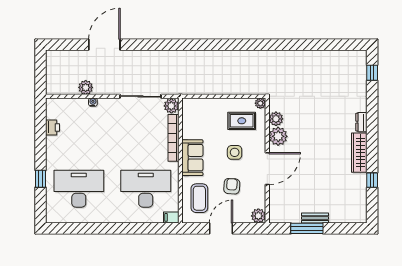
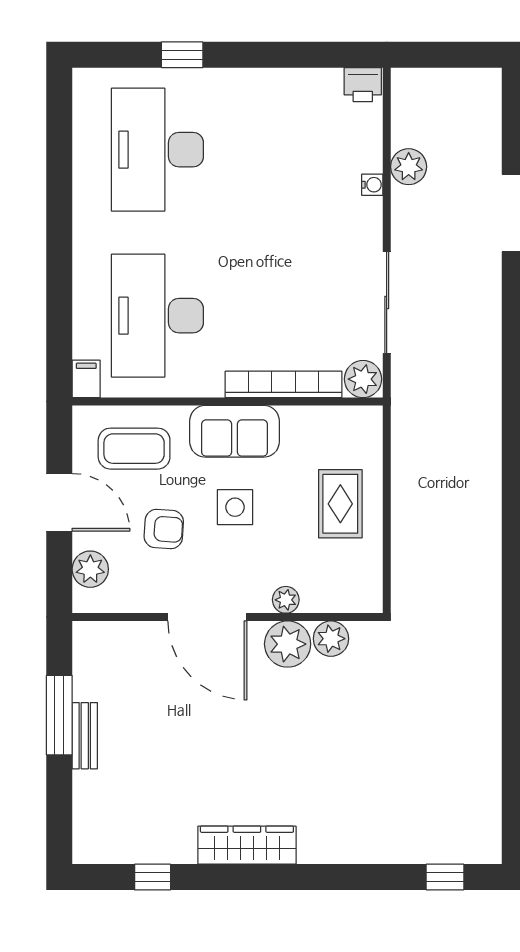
plant: (260, 103) -> (286, 600), moved
rug: (242, 121) -> (340, 504), moved
dresser: (361, 122) -> (323, 851), removed
printer: (53, 127) -> (363, 85), moved
side table: (235, 152) -> (235, 507), moved
window: (372, 180) -> (153, 877), moved
desk: (79, 189) -> (157, 150), turned 180
desk: (146, 189) -> (157, 316), turned 180
plant: (258, 216) -> (90, 569), moved

